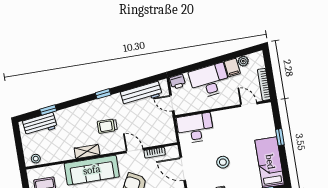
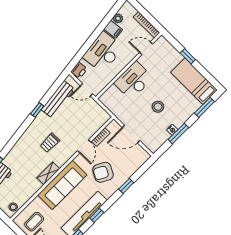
window: (103, 94) -> (37, 110), moved
desk: (195, 128) -> (134, 81), moved
door: (135, 150) -> (84, 146), swing flipped

